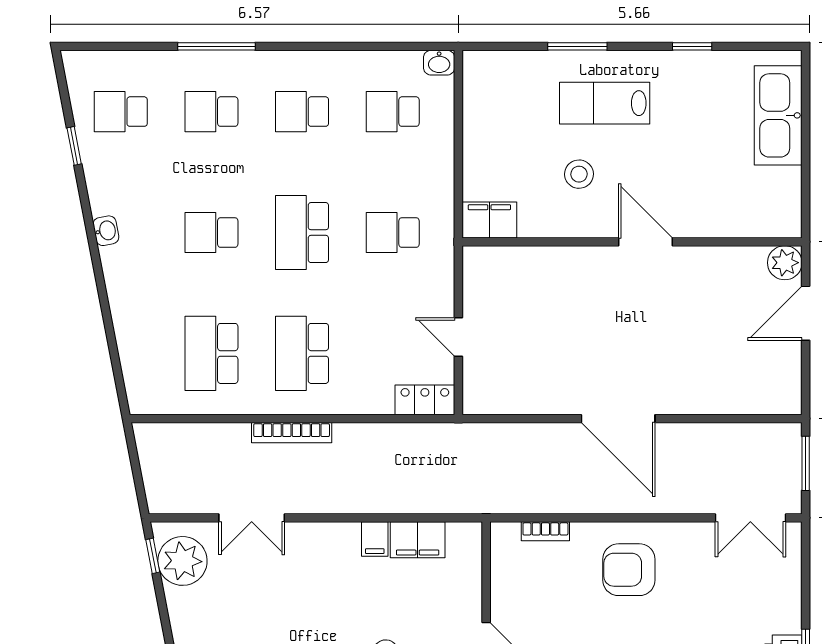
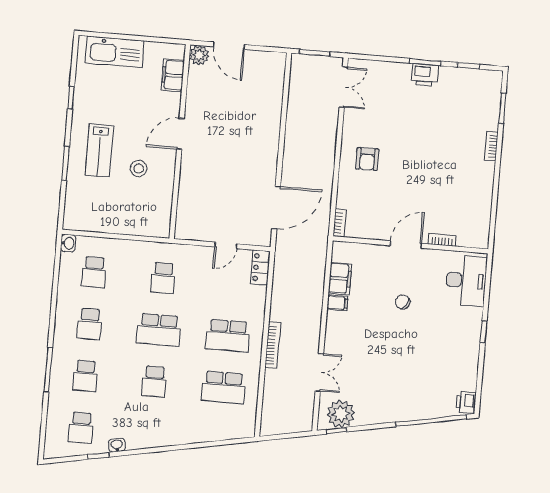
filing cabinet: (489, 220) -> (173, 75), moved
washbasin: (106, 231) -> (117, 445), moved
door: (618, 419) -> (276, 208), moved
bookcase: (545, 531) -> (340, 223), moved
armchair: (629, 570) -> (367, 159), width x0.72, depth x0.72

